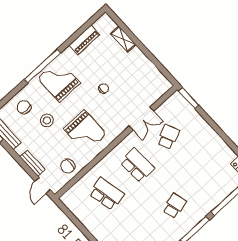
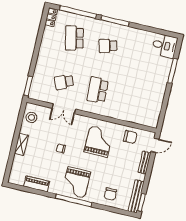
shelving: (123, 39) -> (21, 144), moved
double door: (142, 118) -> (64, 109), swing flipped
stool: (47, 120) -> (31, 117), moved
school desk: (106, 194) -> (74, 38), moved

